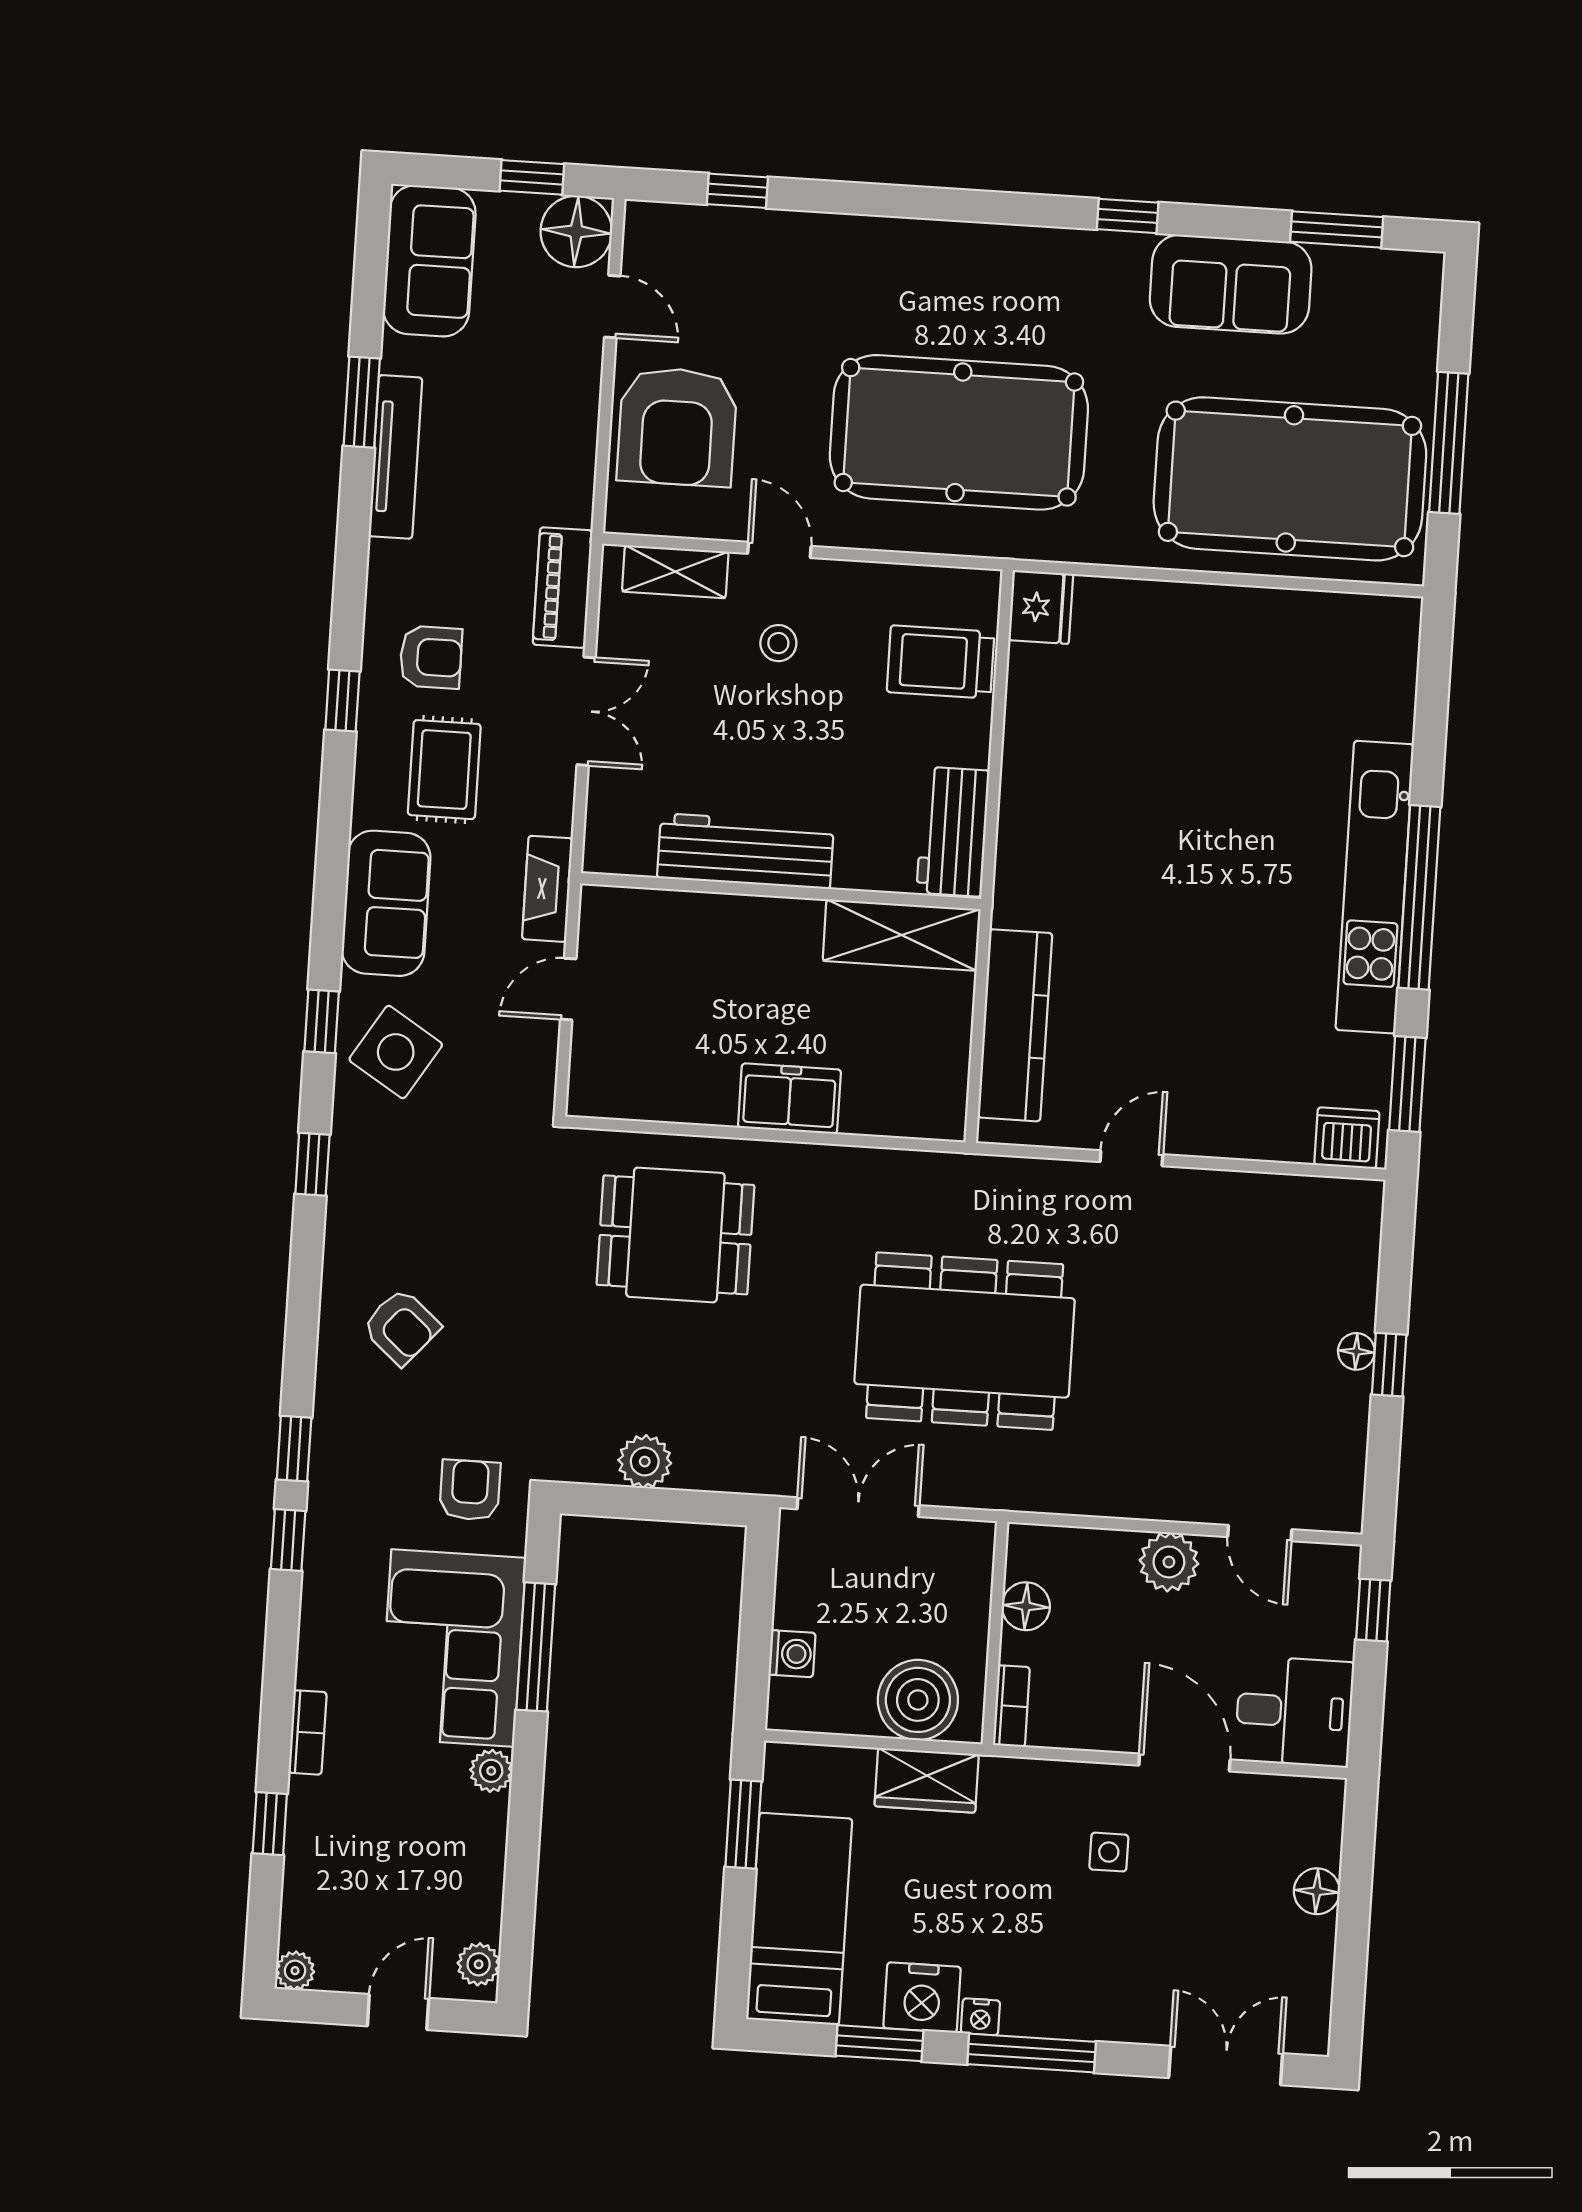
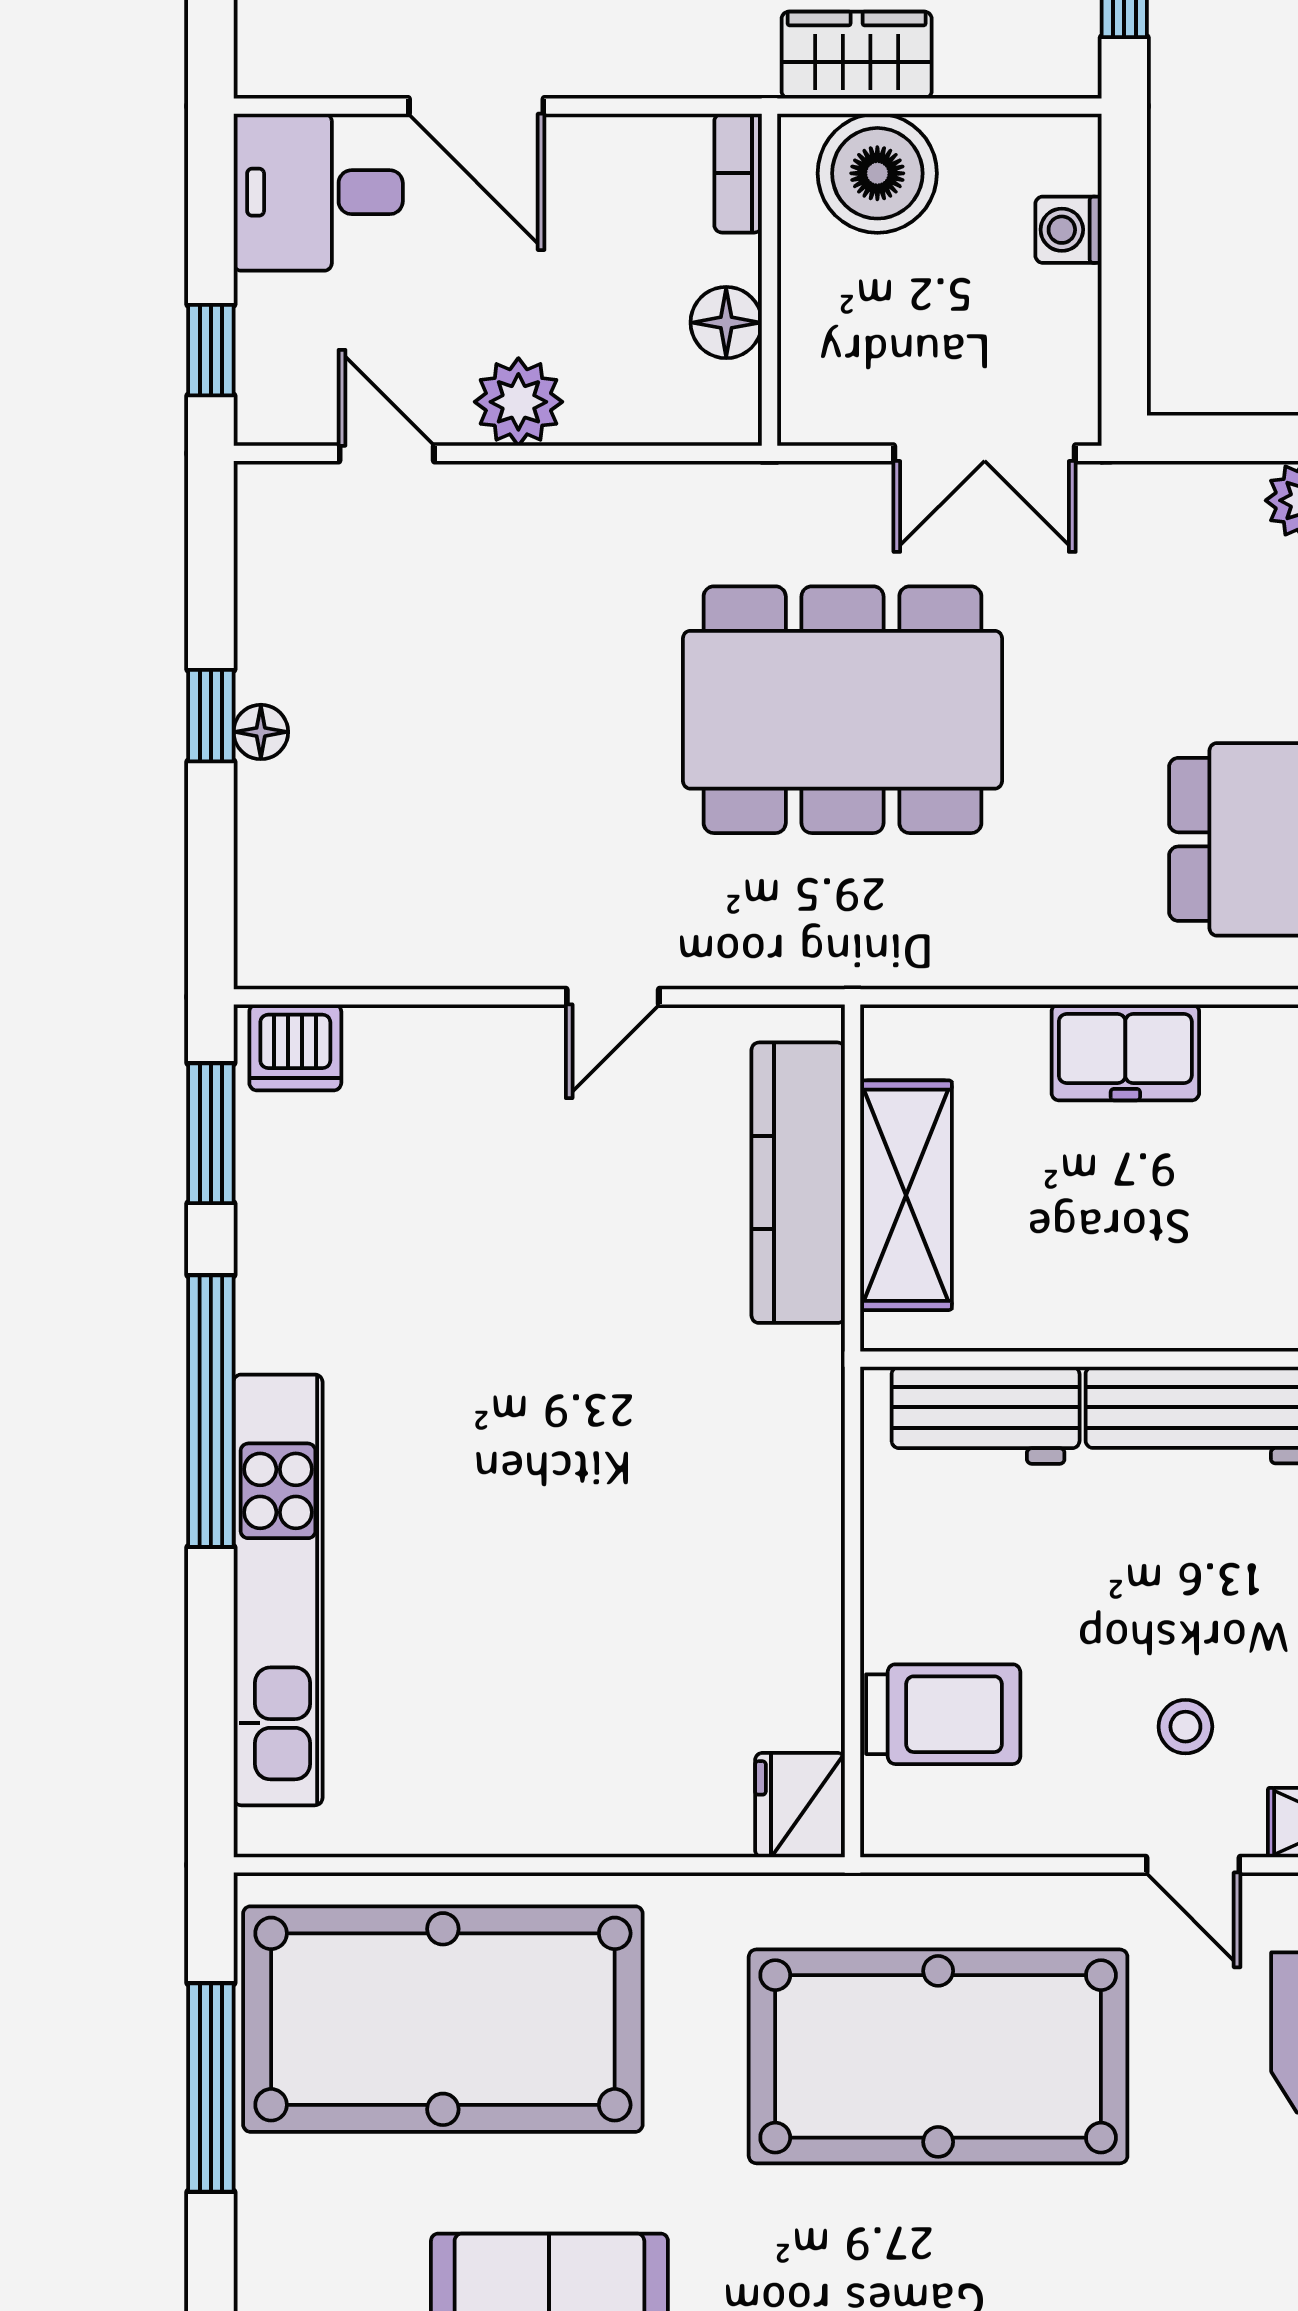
workbench: (953, 832) -> (986, 1415), moved, turned 90
kitchen unit: (1375, 887) -> (278, 1590), moved
shelving: (902, 935) -> (906, 1195), moved, turned 90

